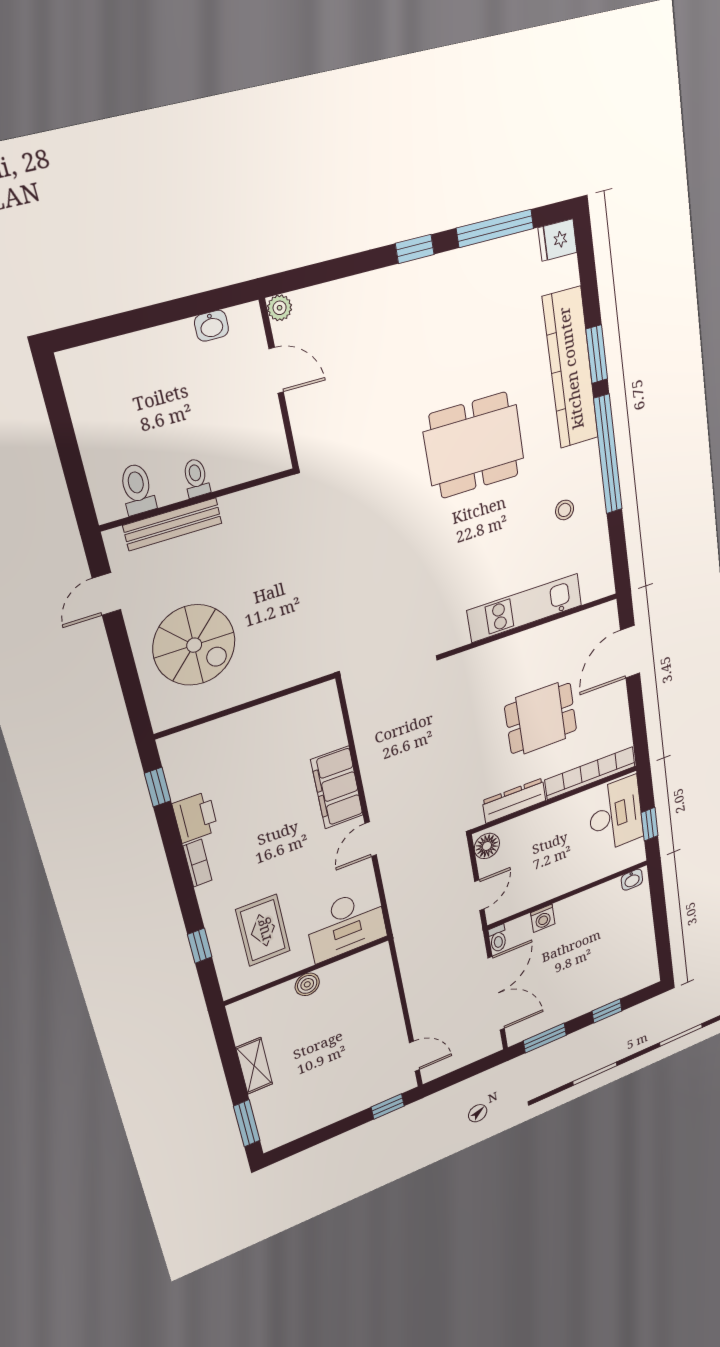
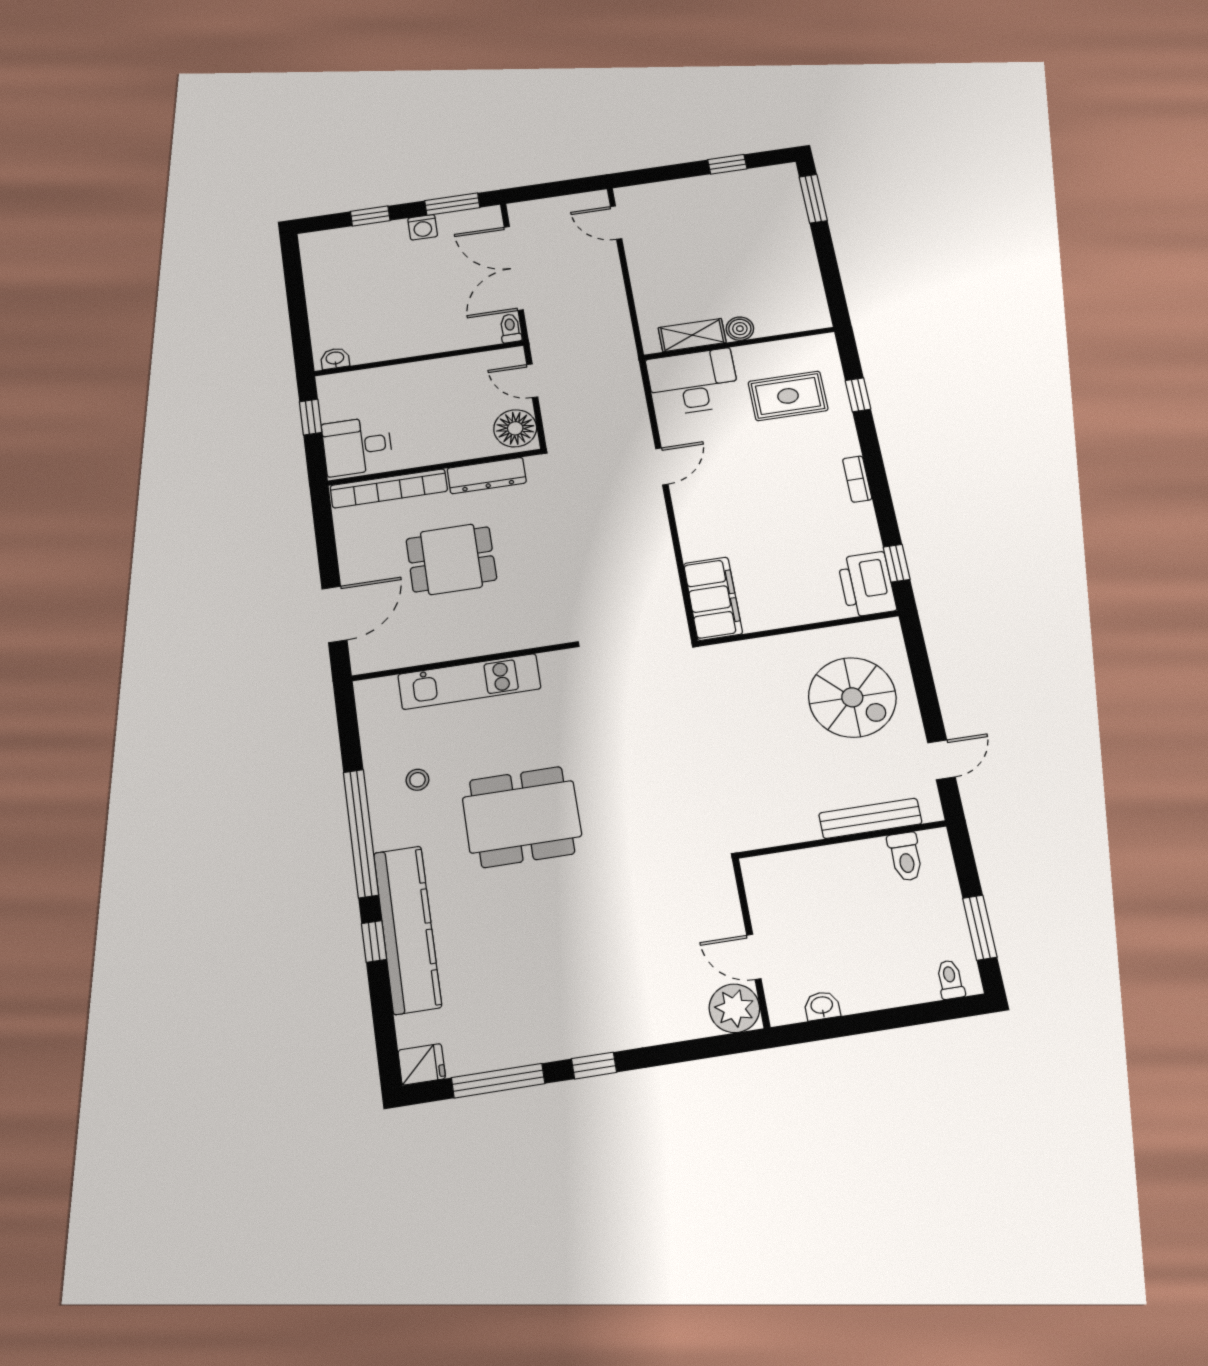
plant: (280, 308) -> (734, 1008), width x1.87, depth x1.87
window: (597, 354) -> (374, 941), width x0.67
window: (61, 422) -> (980, 928), added
dining table: (474, 445) -> (522, 817), moved
toilet: (196, 478) -> (950, 980), moved, turned 180
spiral stairs: (194, 645) -> (852, 697), turned 180
filing cabinet: (337, 788) -> (713, 599), moved
desk: (616, 815) -> (357, 446), width x0.73
printer: (195, 817) -> (867, 584), moved, width x1.37, depth x1.19
floor lamp: (487, 846) -> (515, 428), width x1.38, depth x1.38
door: (479, 895) -> (532, 381), hinge flipped
washing machine: (543, 918) -> (423, 227), moved, turned 180
rug: (263, 930) -> (788, 396), turned 90
shelving: (254, 1066) -> (692, 335), moved, turned 90
window: (388, 1106) -> (727, 164), moved

